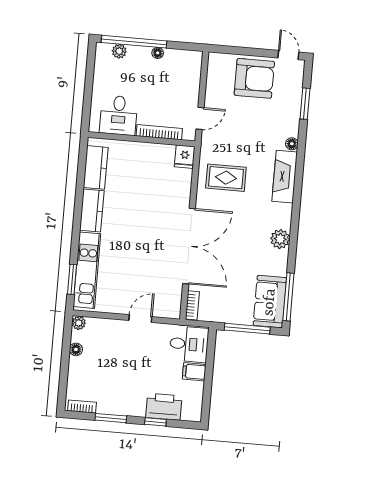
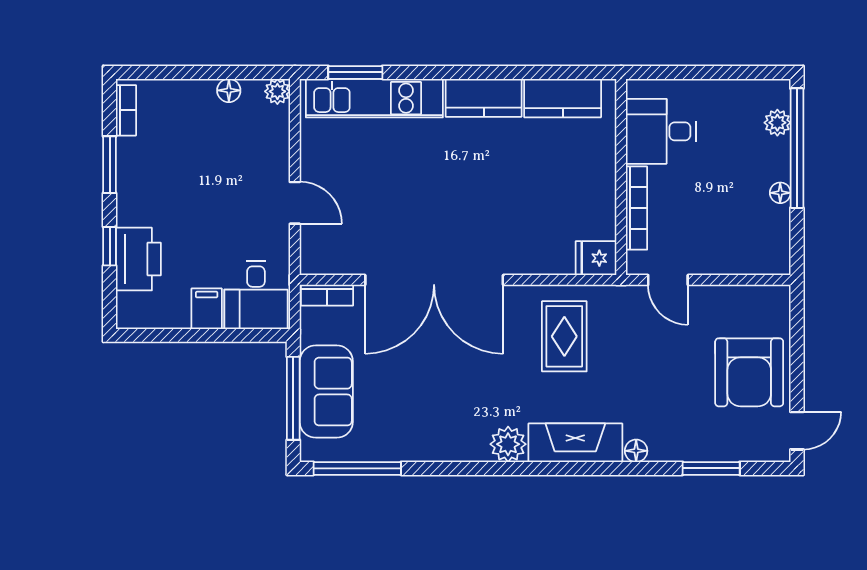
plant: (280, 239) -> (508, 444), moved
sofa: (270, 302) -> (326, 392), moved, turned 90

